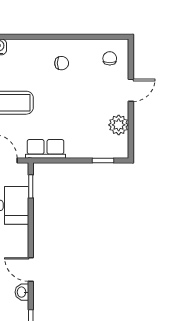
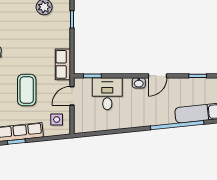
washbasin: (22, 292) -> (139, 83), moved

